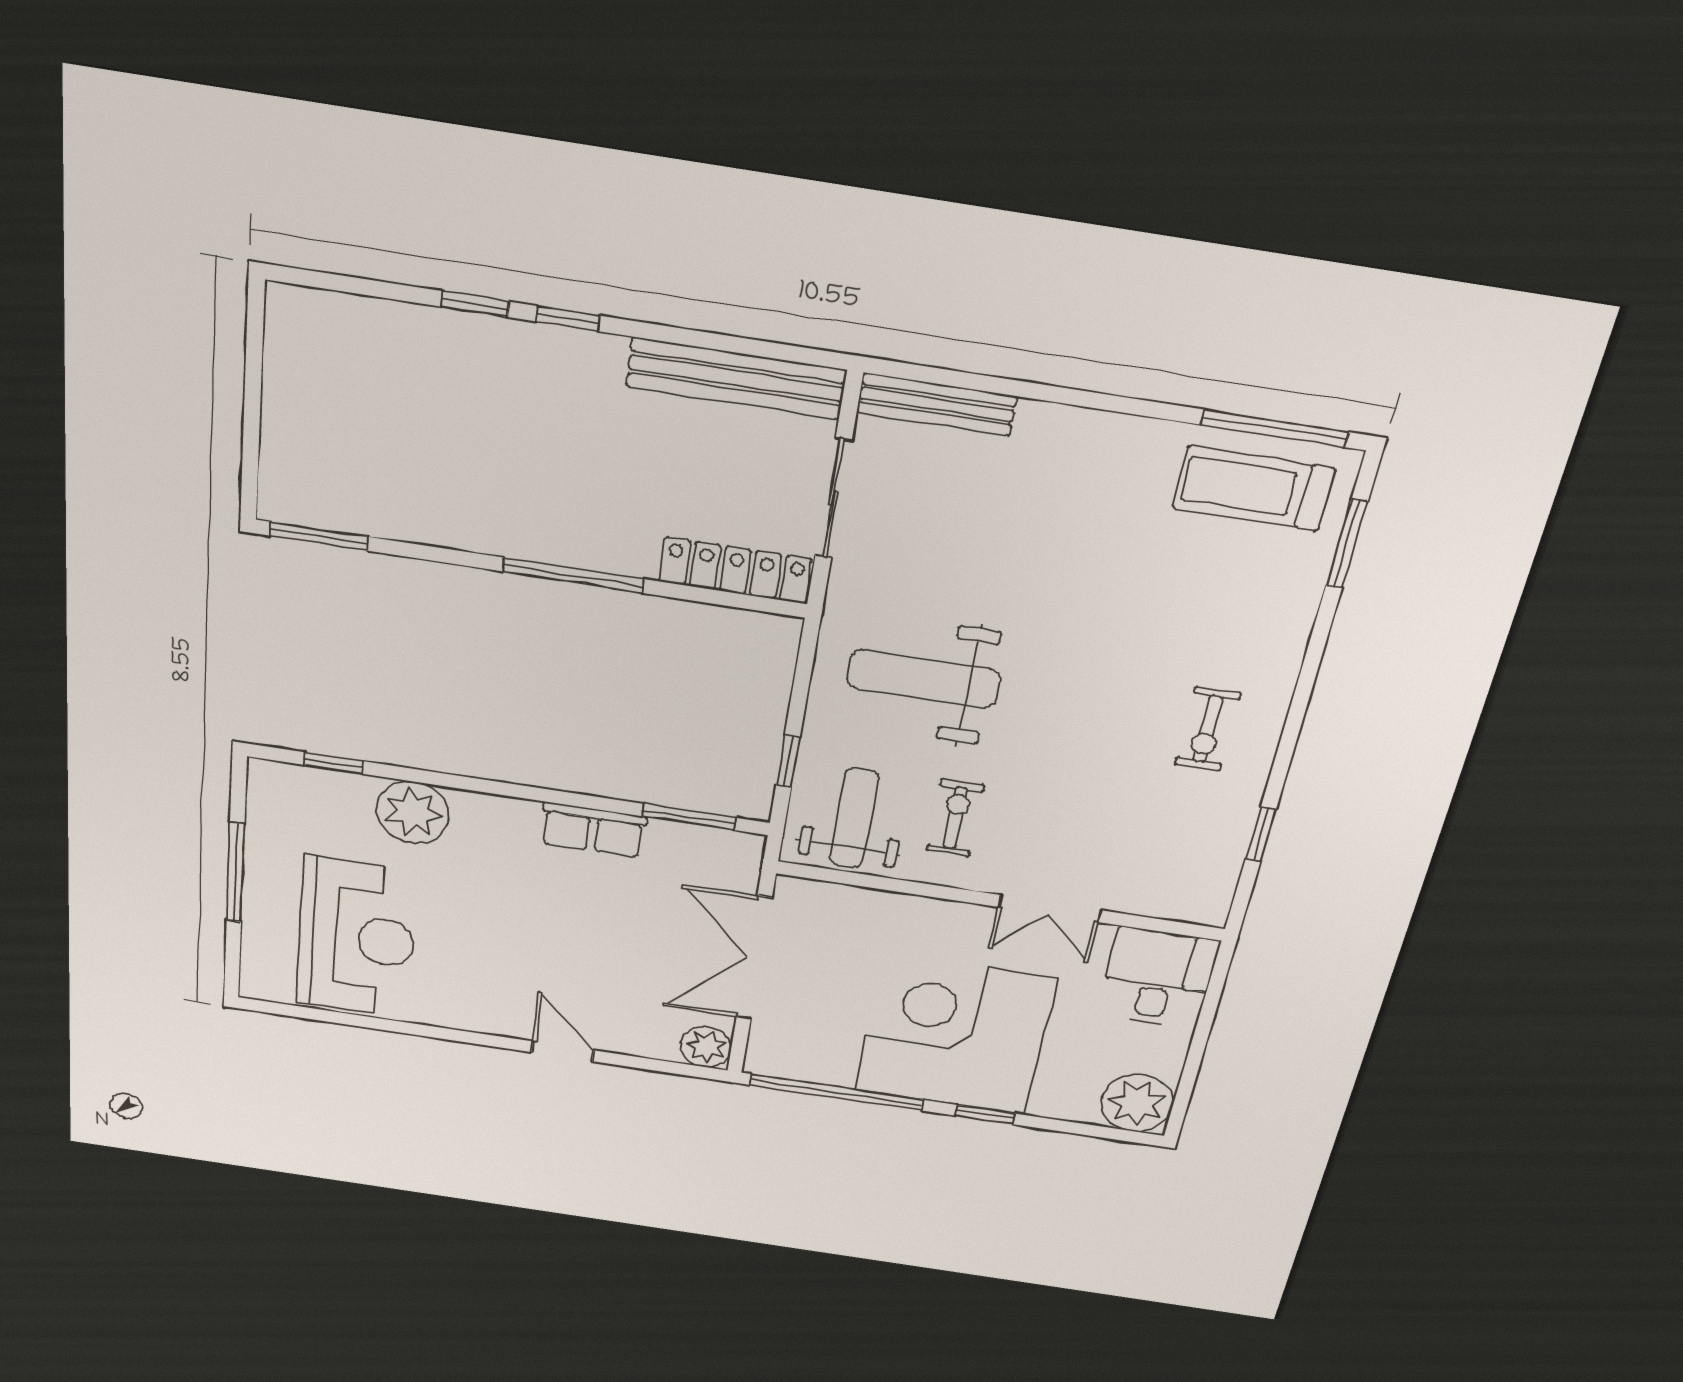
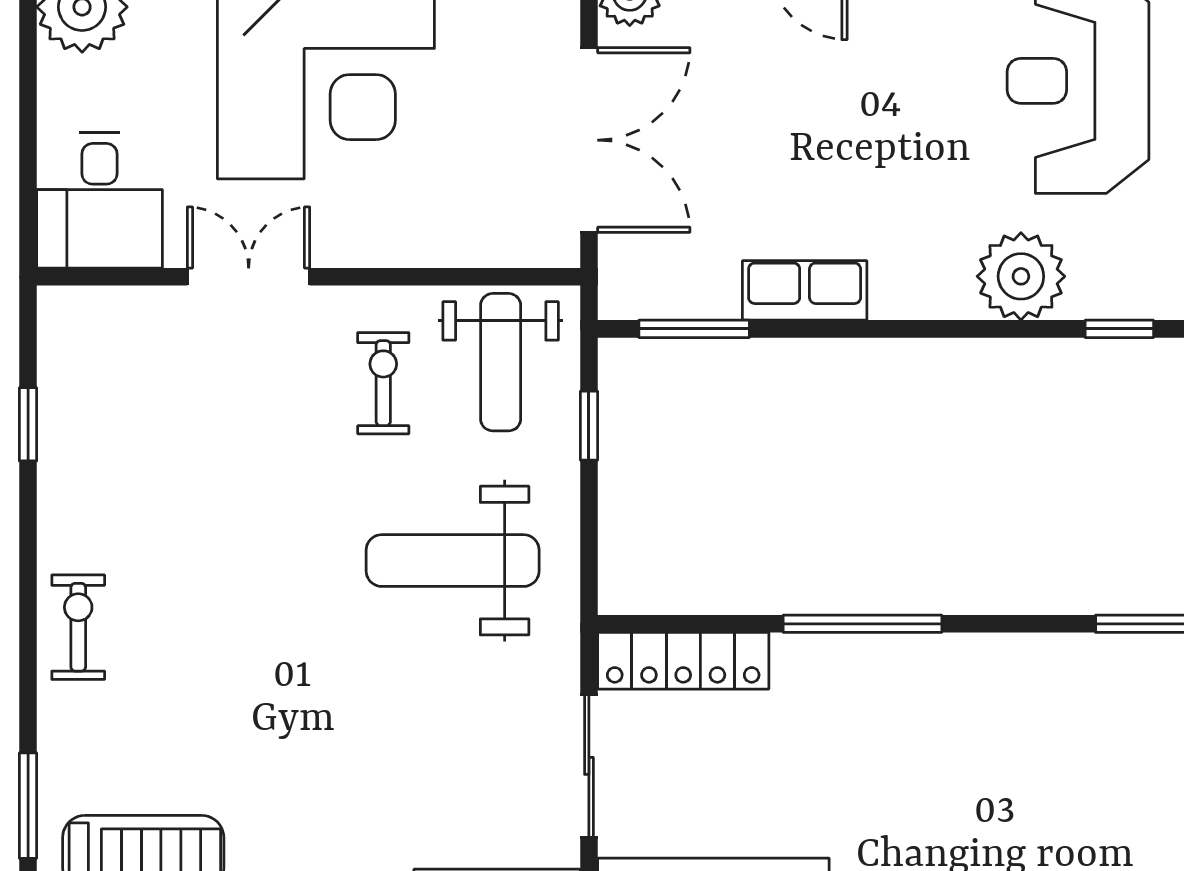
weight bench: (923, 679) -> (453, 561), turned 180
exercise bike: (1208, 729) -> (78, 627), moved
exercise bike: (955, 818) -> (383, 383), turned 180

